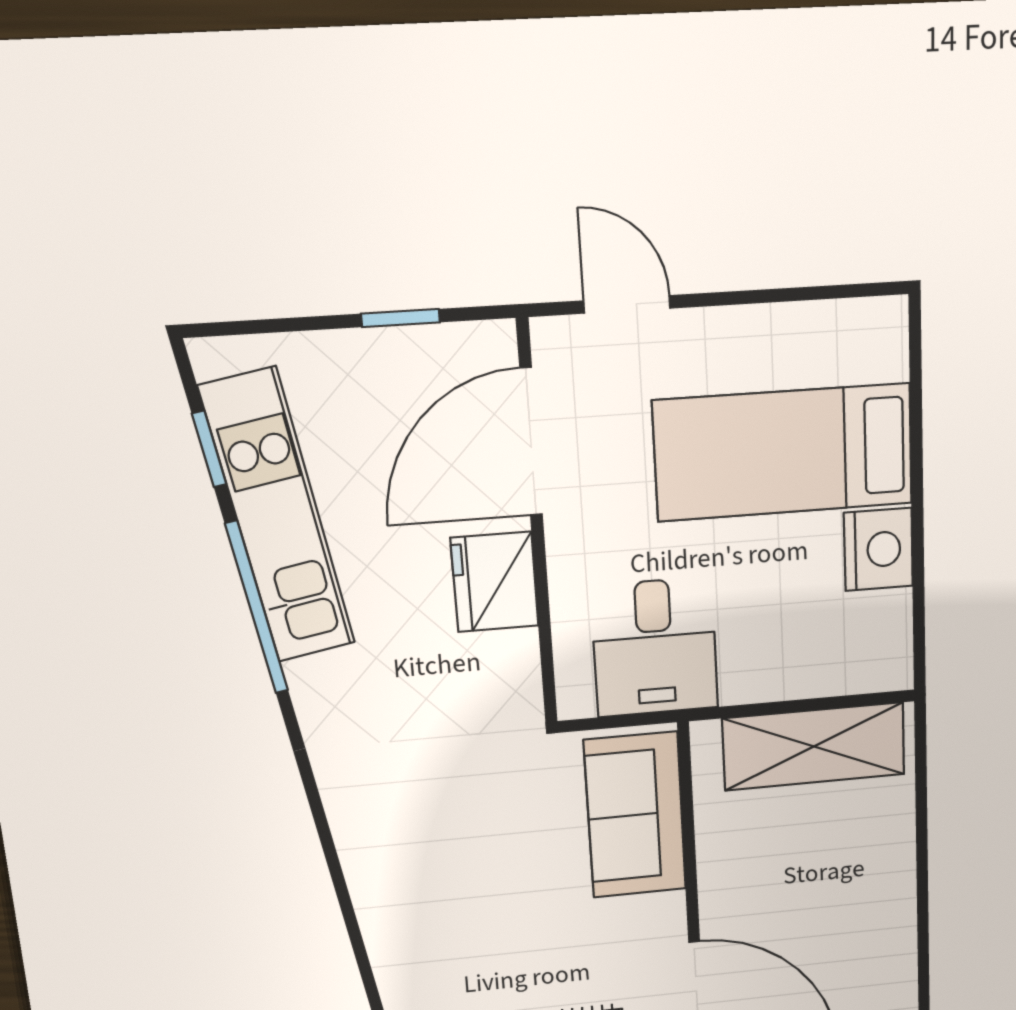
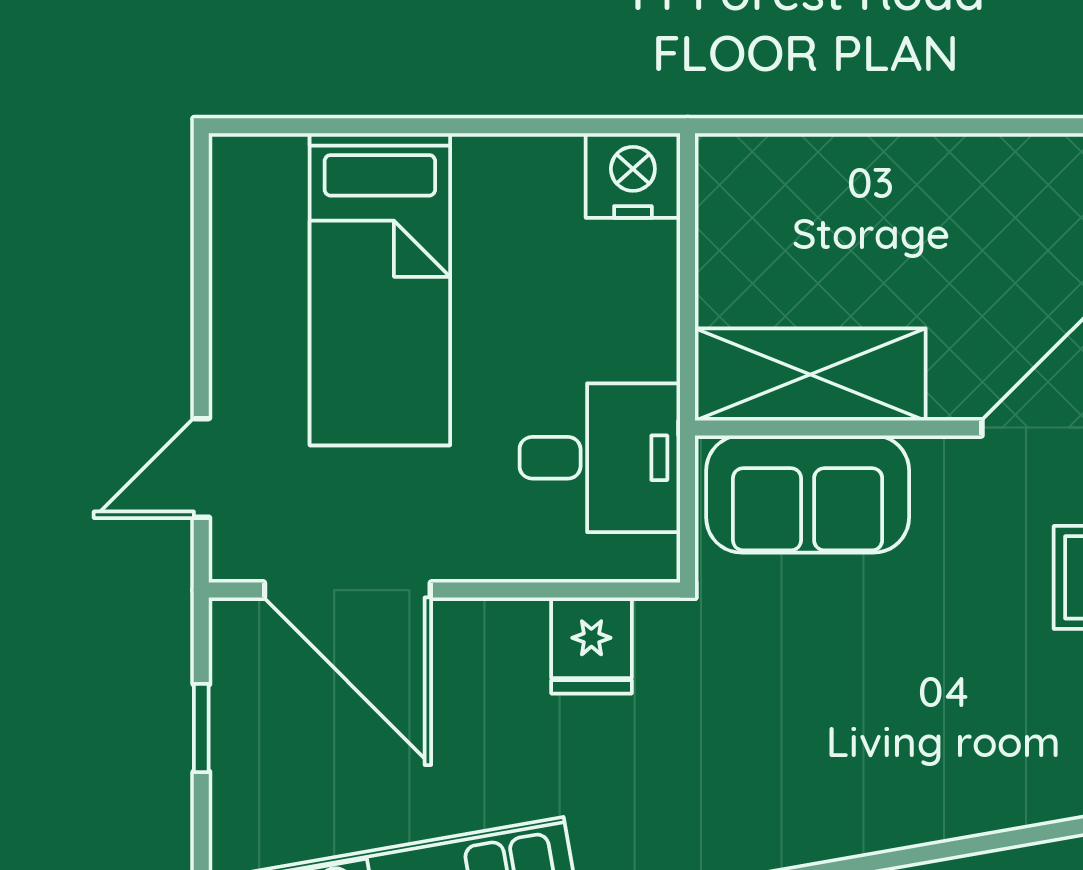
nightstand: (878, 549) -> (633, 176), moved
fridge: (495, 582) -> (591, 645), moved, width x0.72
shelving: (814, 746) -> (810, 374), moved, turned 90

